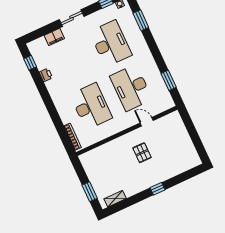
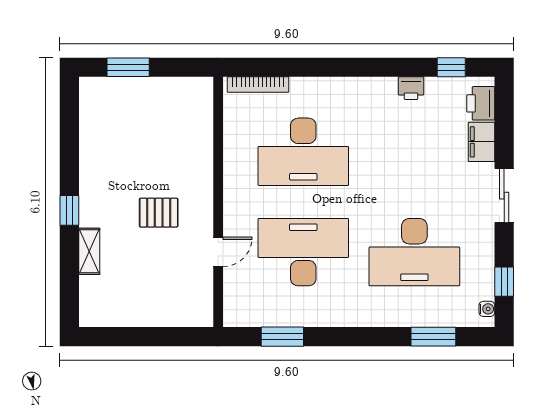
printer: (39, 44) -> (481, 103), added
shelving: (115, 199) -> (89, 251), moved

